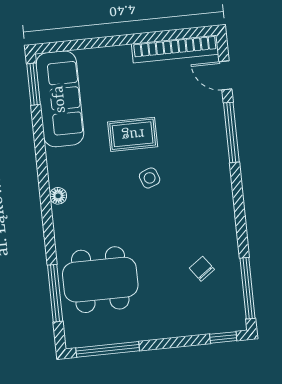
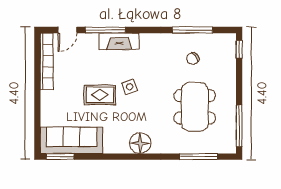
rug: (133, 134) -> (100, 95), turned 90
fireplace: (217, 155) -> (119, 41), added
floor lamp: (58, 196) -> (140, 143), width x1.89, depth x1.89
dining table: (100, 280) -> (195, 107), moved
window: (247, 288) -> (192, 30), moved

